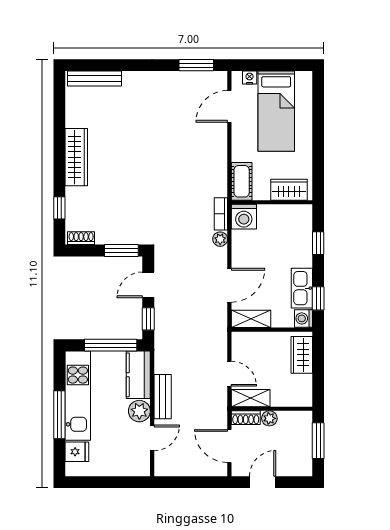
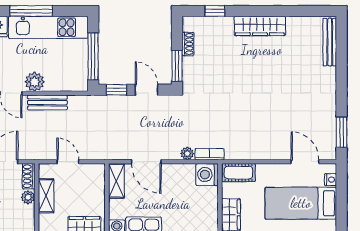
shoe rack: (81, 238) -> (188, 44), moved
door: (229, 374) -> (68, 162), swing flipped
kitchen counter: (138, 375) -> (67, 81), removed
shelving: (251, 398) -> (46, 196), moved

